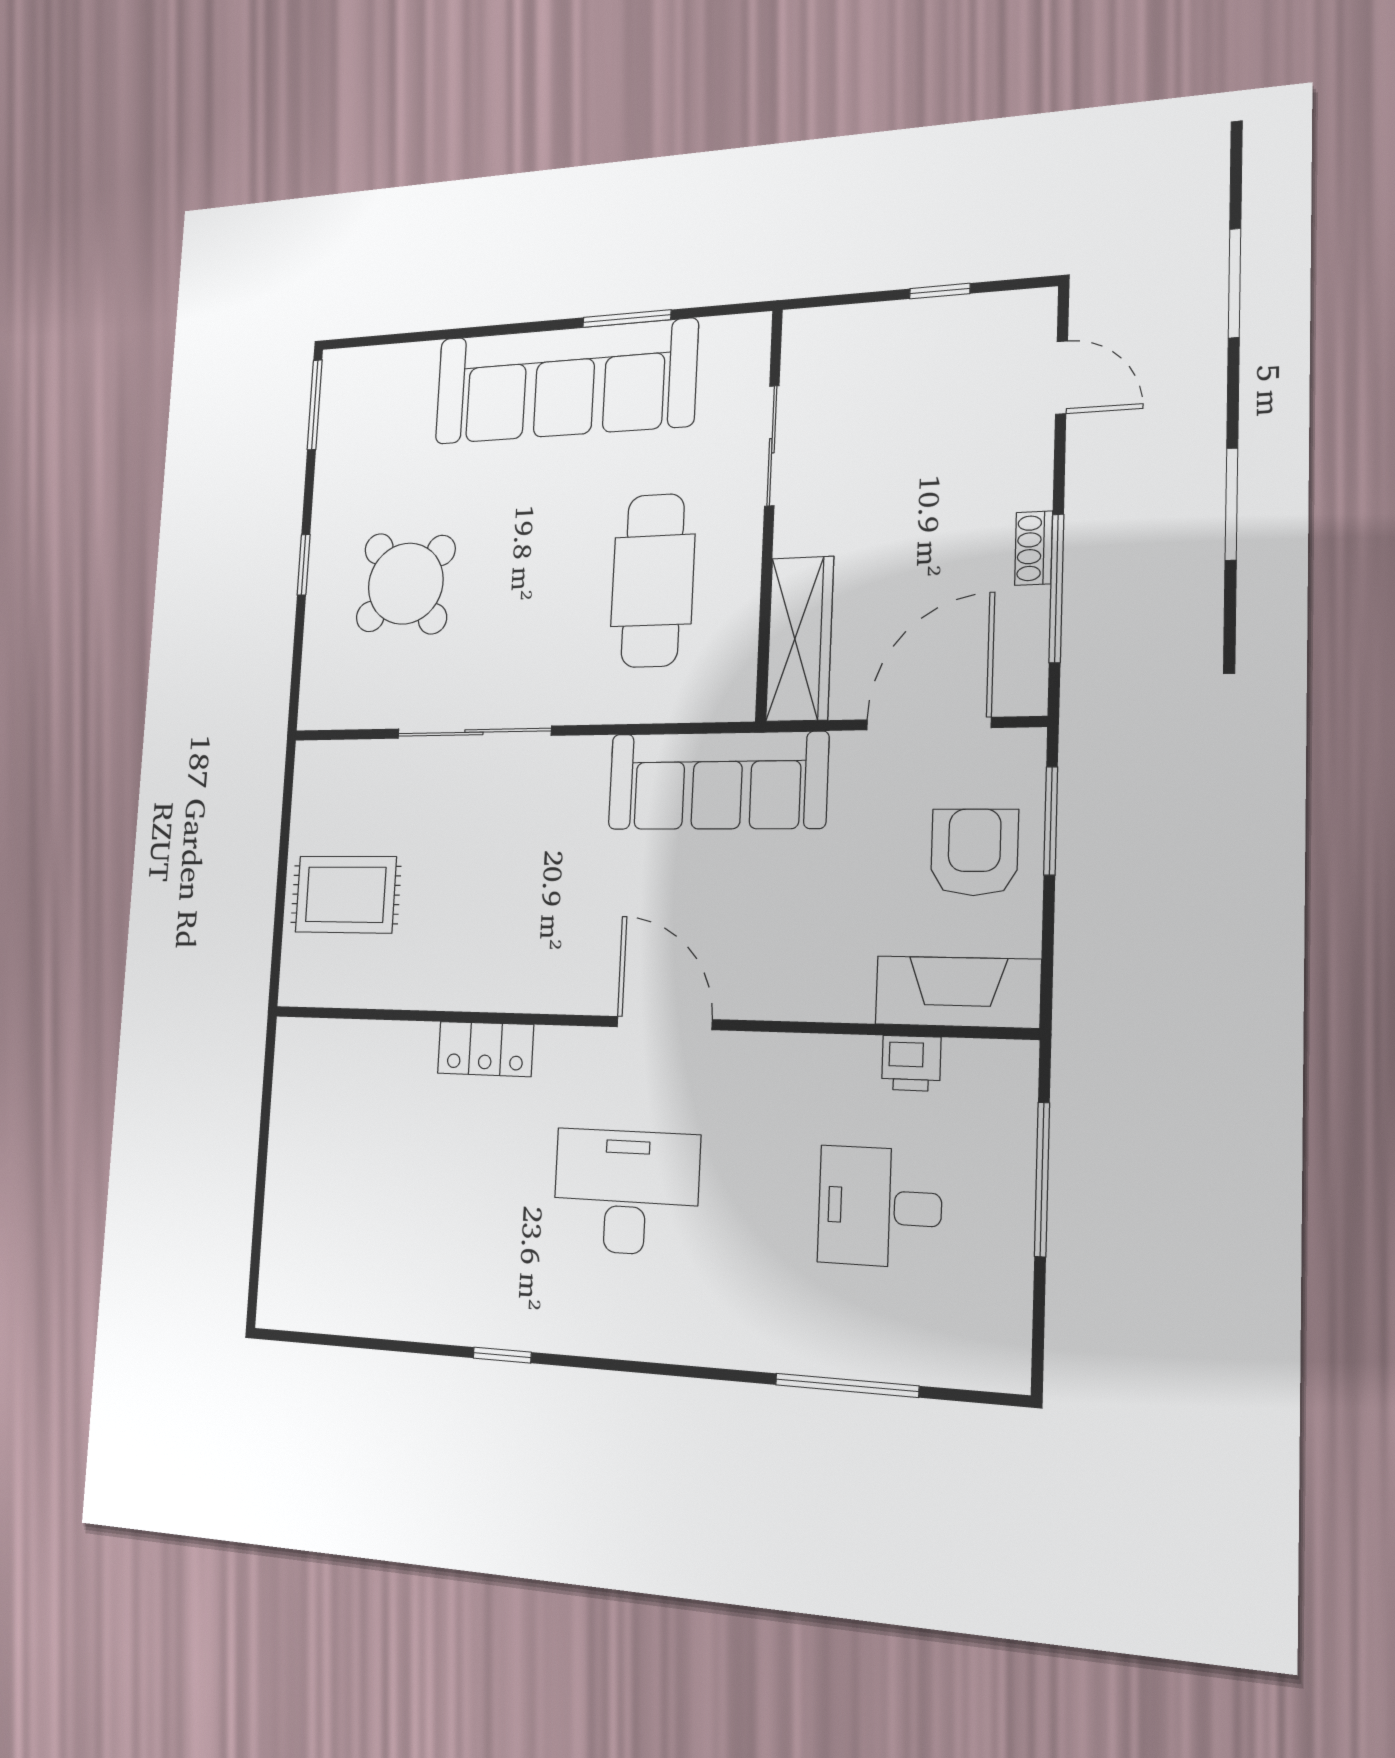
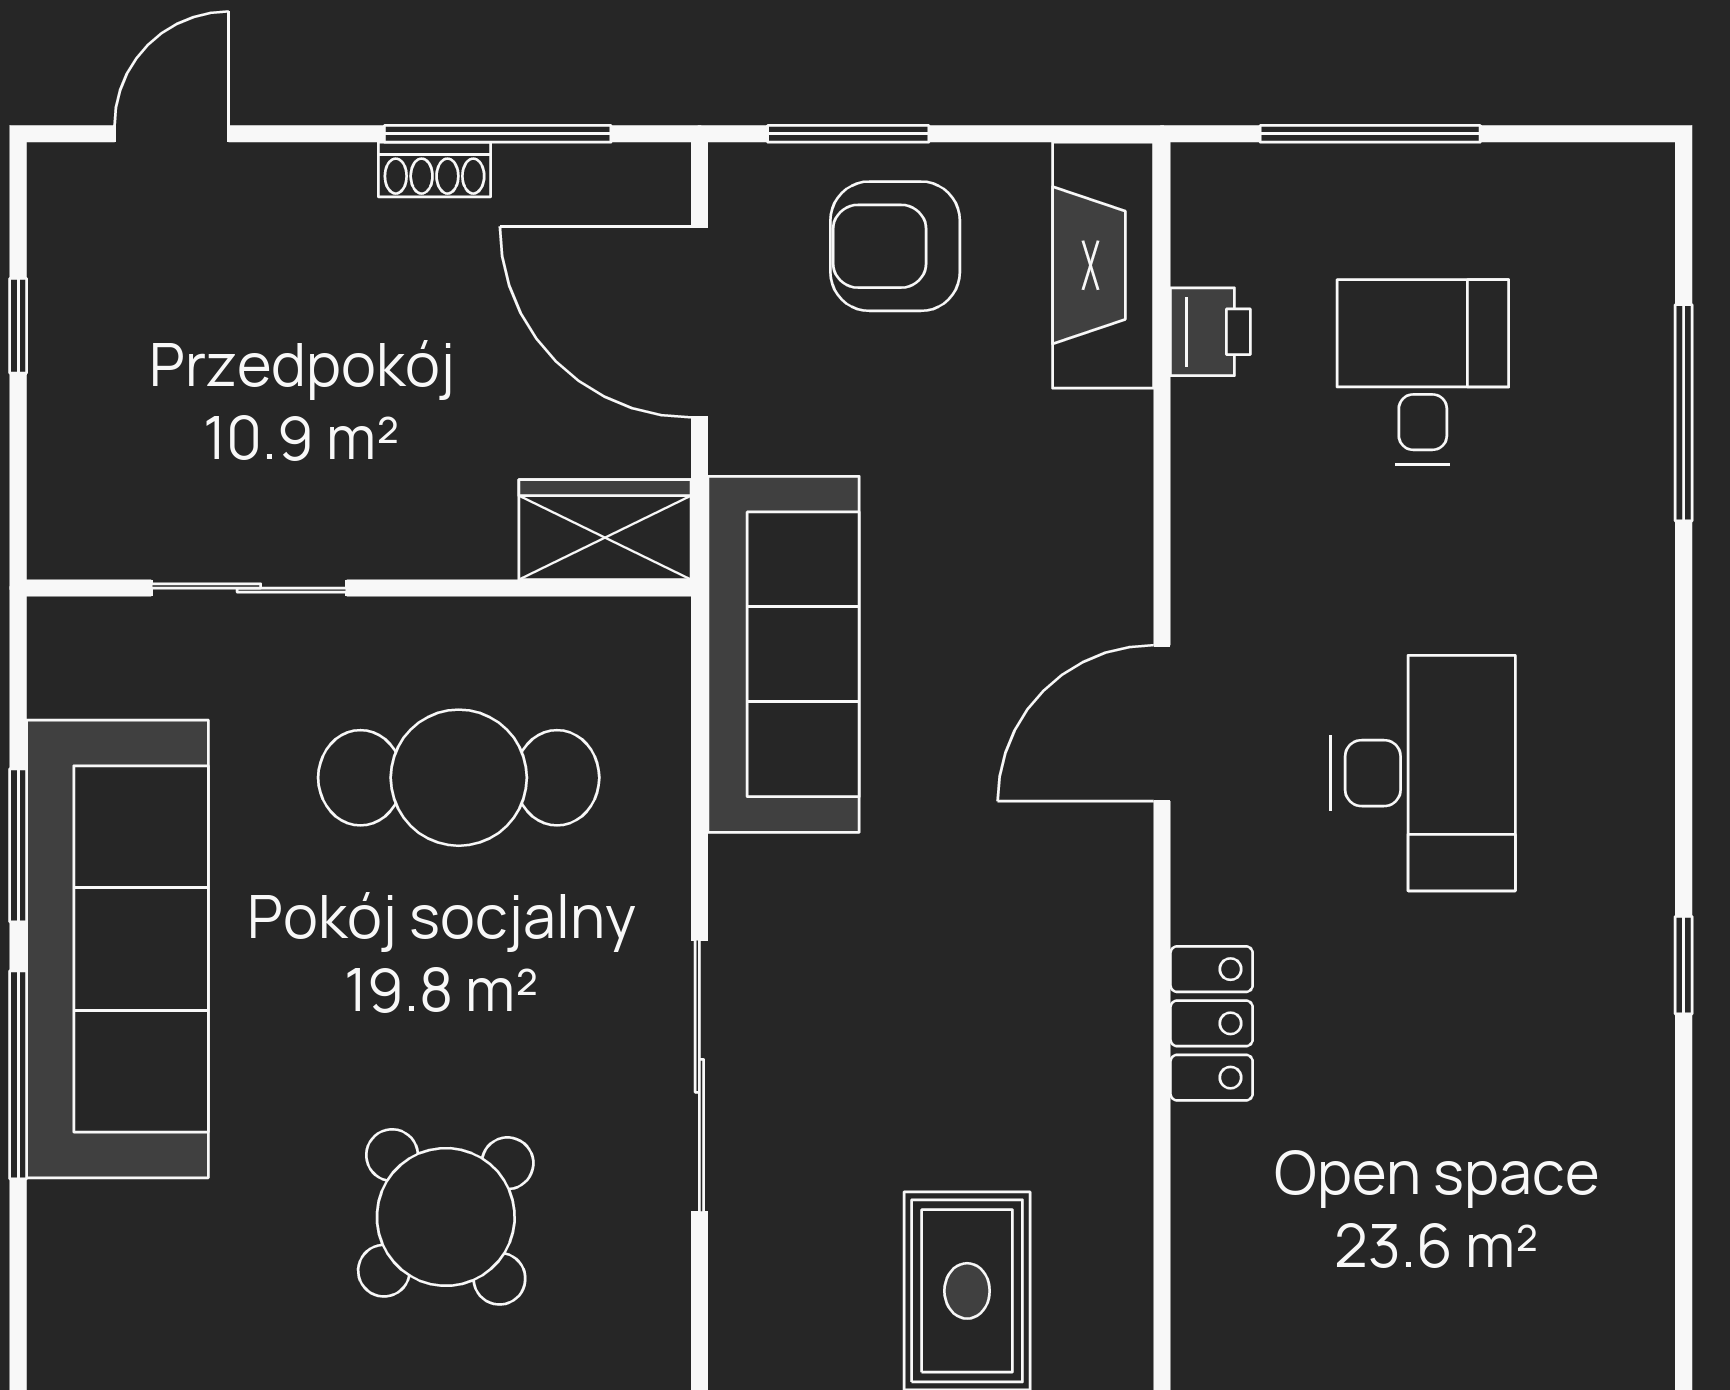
window: (498, 330) -> (18, 1075), added
wardrobe: (800, 639) -> (605, 530), width x0.67
desk: (626, 1192) -> (1423, 773), turned 180
desk: (880, 1207) -> (1423, 372), turned 180

